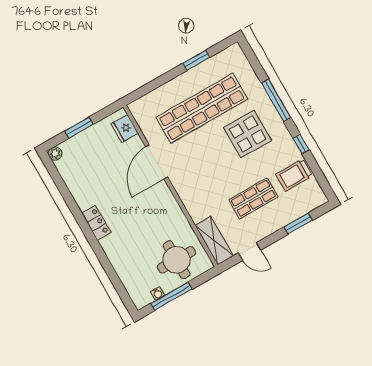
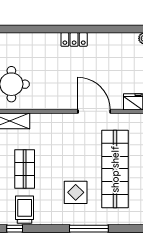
display table: (248, 134) -> (76, 192), width x0.73, depth x0.73
window: (301, 144) -> (15, 229), moved

